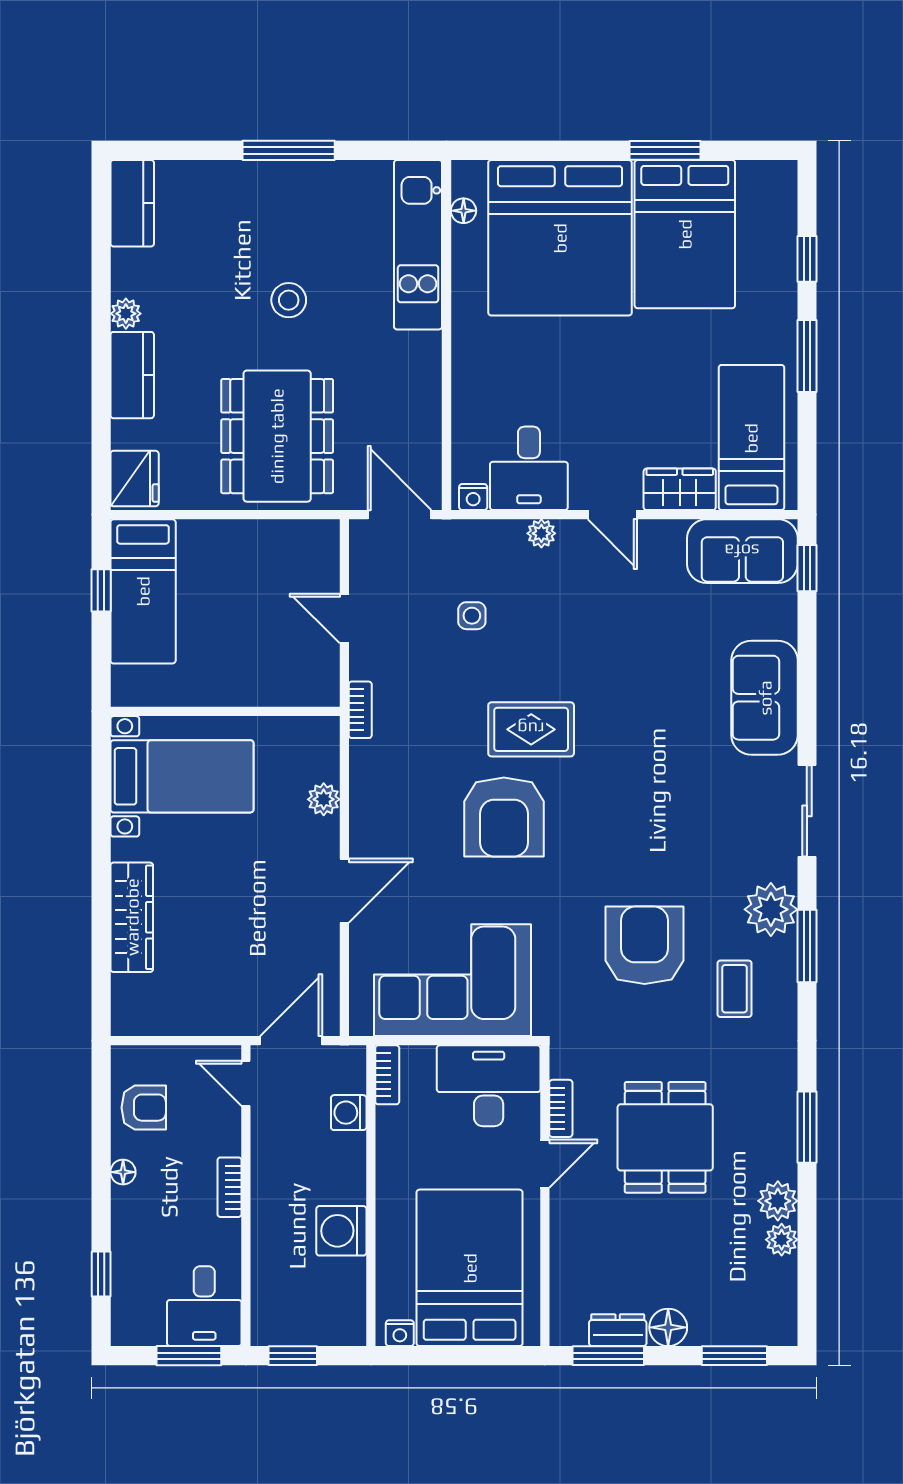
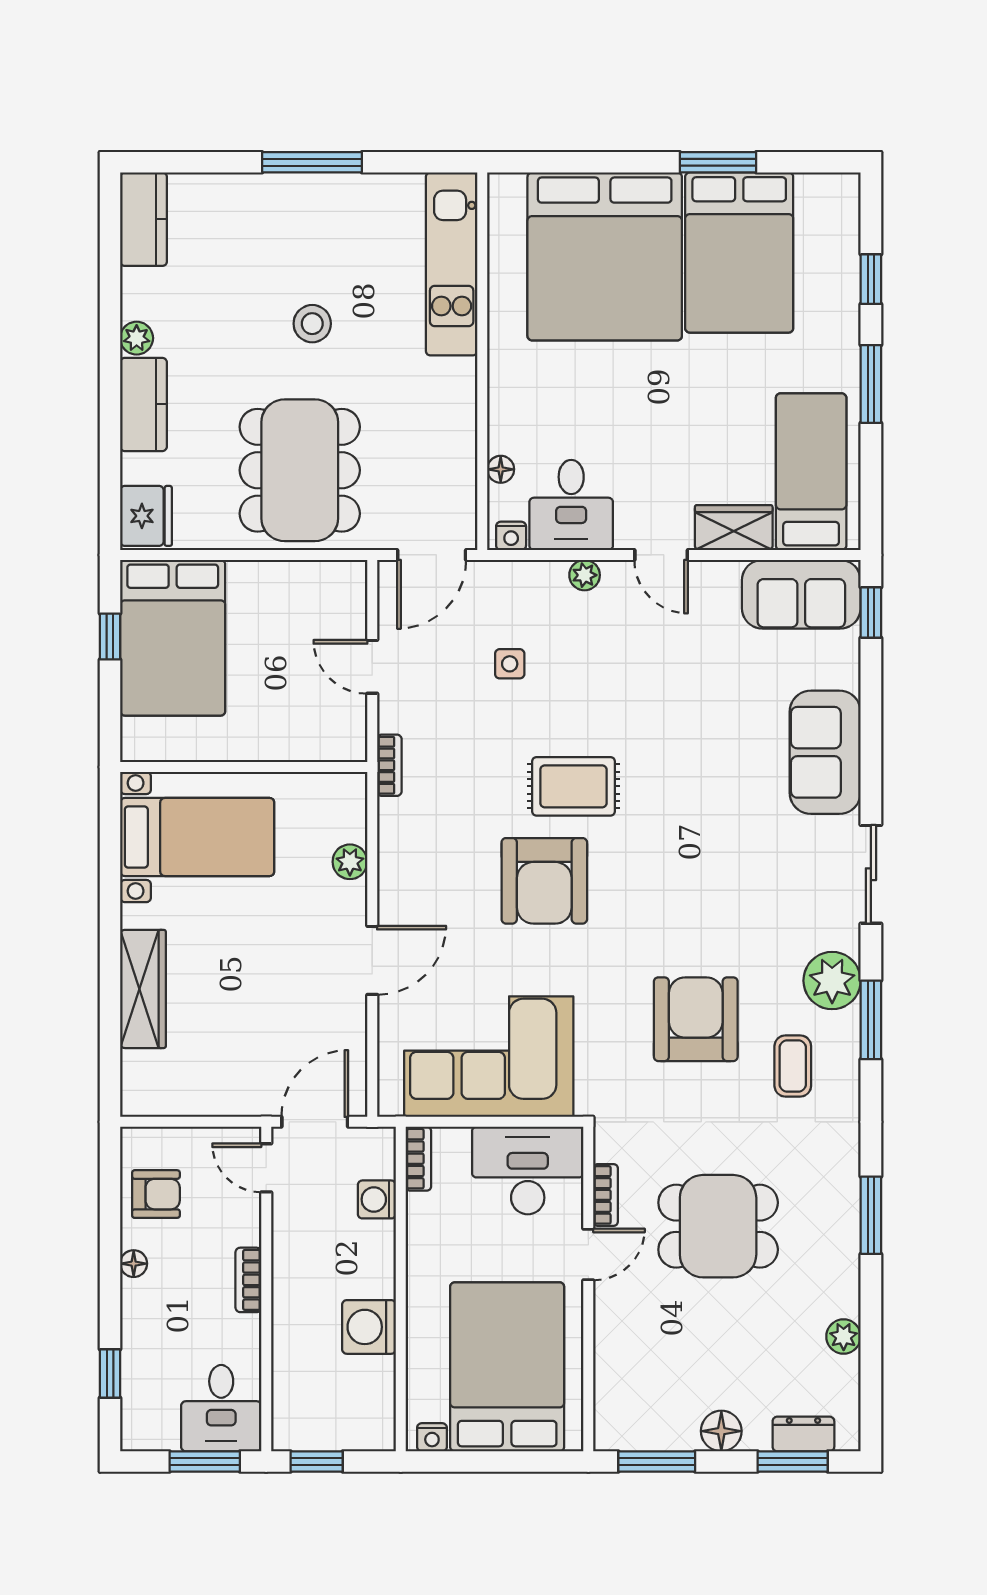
floor lamp: (464, 211) -> (501, 469), moved
door: (399, 515) -> (432, 555), swing flipped
bed: (143, 591) -> (173, 638), width x1.50
dining table: (665, 1137) -> (718, 1226), turned 90
plant: (778, 1201) -> (839, 1295), removed
dresser: (618, 1330) -> (803, 1434), moved

